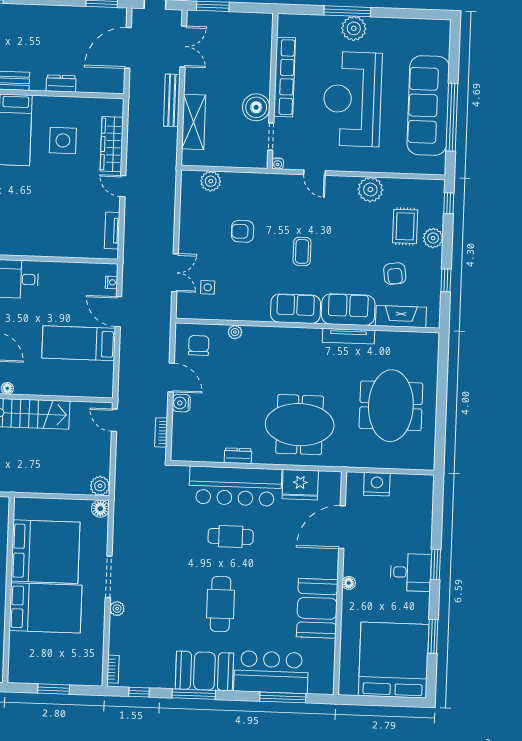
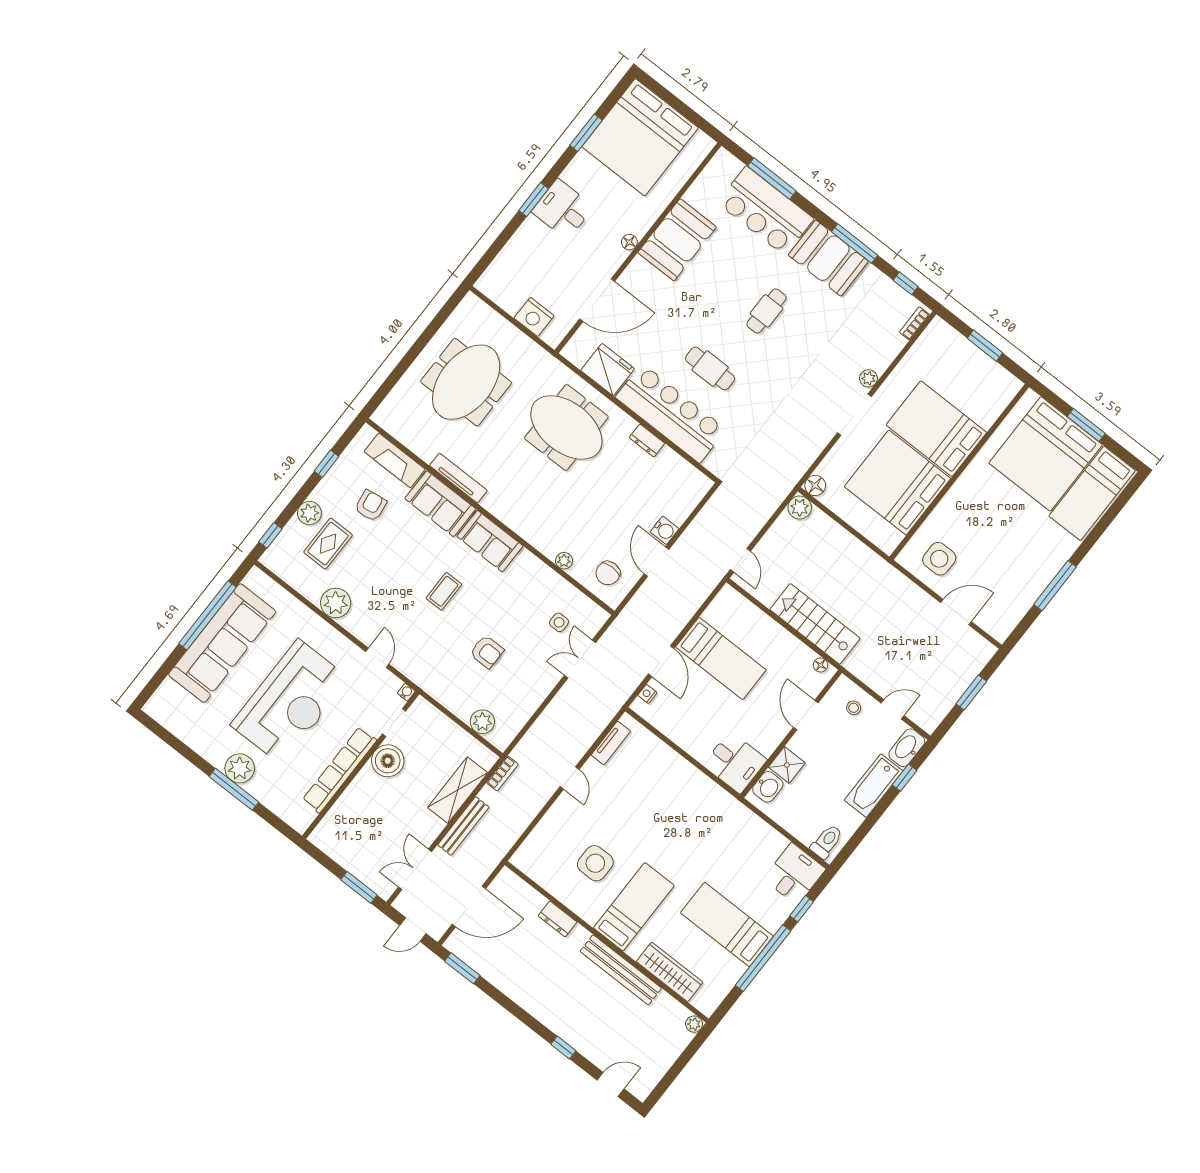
wardrobe: (112, 144) -> (551, 826), removed
bookcase: (161, 432) -> (502, 773), moved
cafe table: (221, 604) -> (767, 311), width x0.73, depth x0.74

